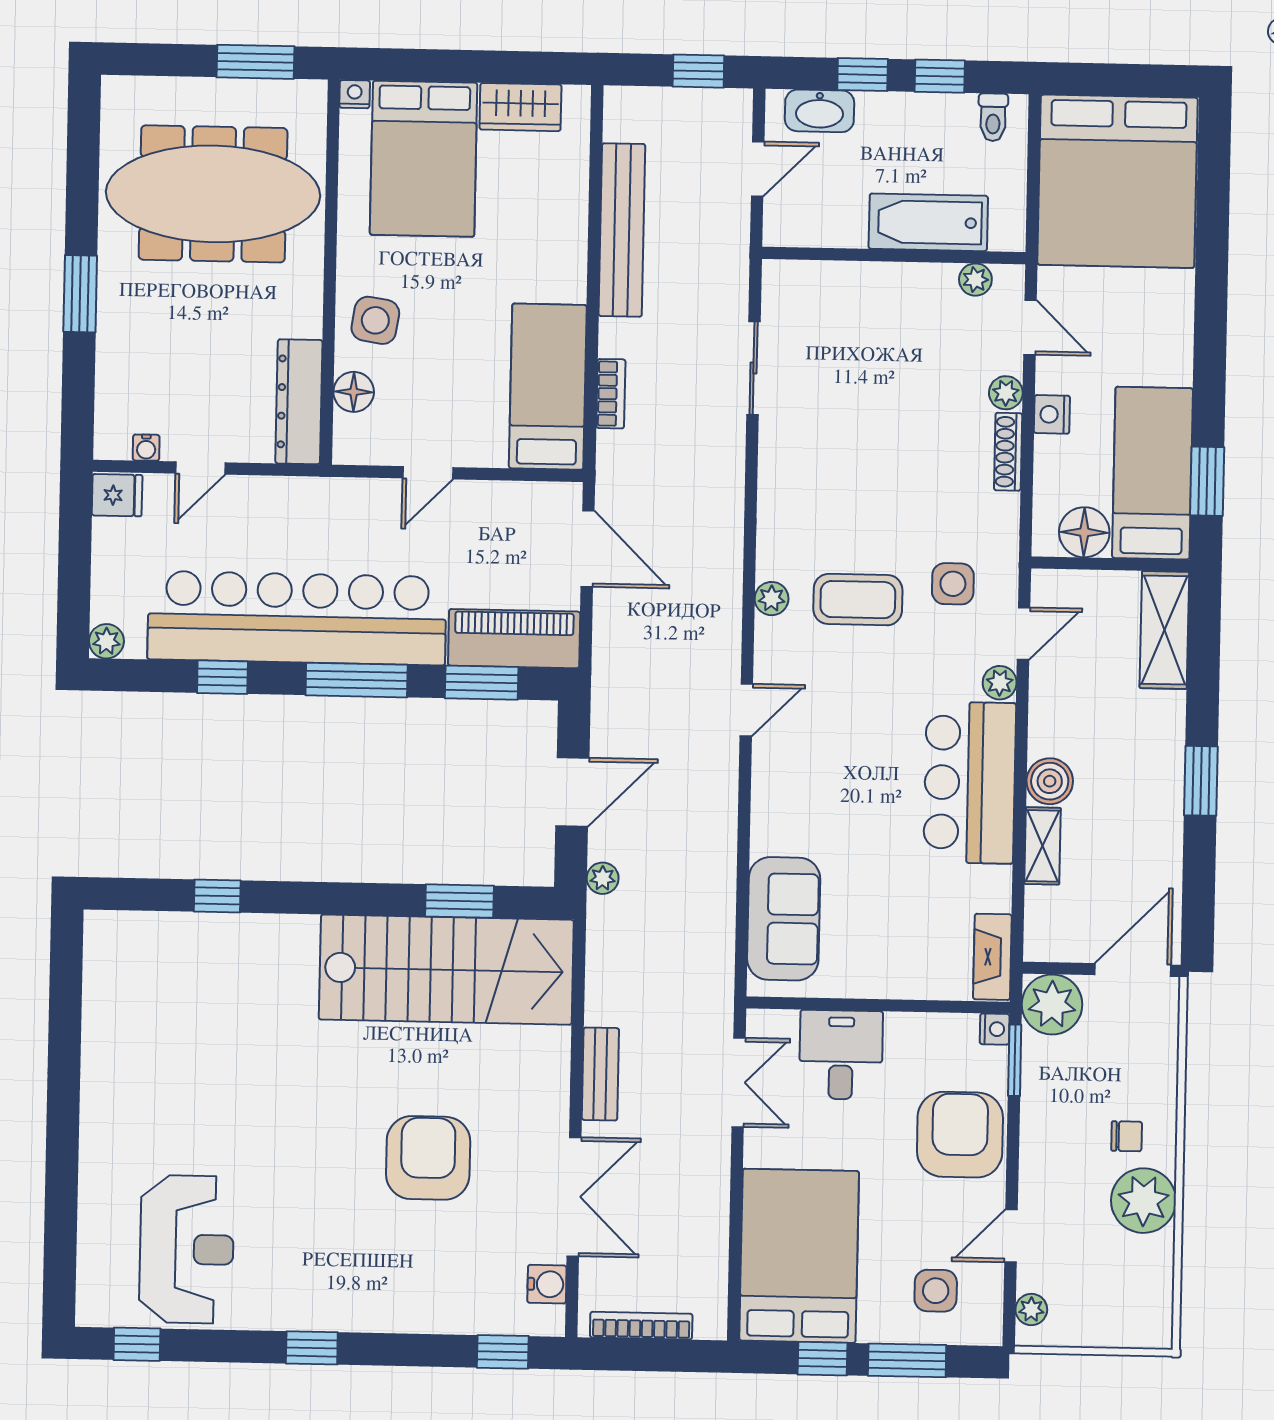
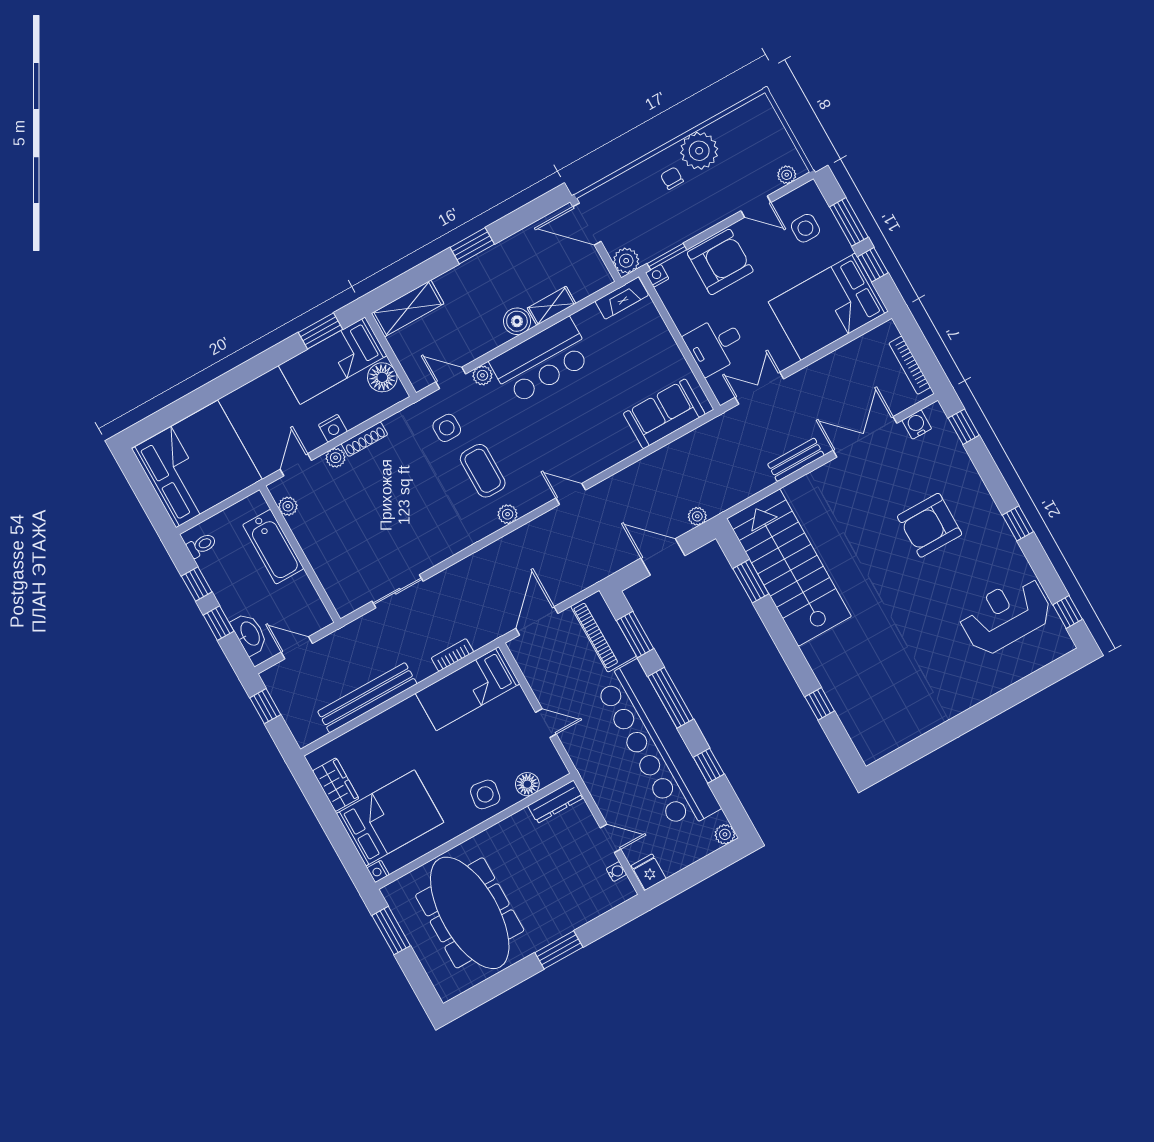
dresser: (299, 402) -> (556, 802), width x0.73, depth x0.80
plant: (1052, 1004) -> (626, 261), width x0.73, depth x0.73
armchair: (960, 1135) -> (720, 262), turned 180
armchair: (428, 1158) -> (930, 525), moved

